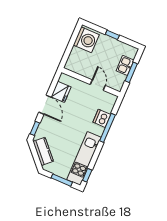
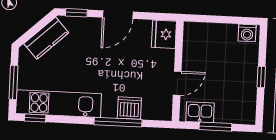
washing machine: (86, 40) -> (247, 33), width x0.53, depth x0.53
kitchen sink: (125, 65) -> (200, 112), moved
fridge: (61, 92) -> (164, 34), moved, turned 90

